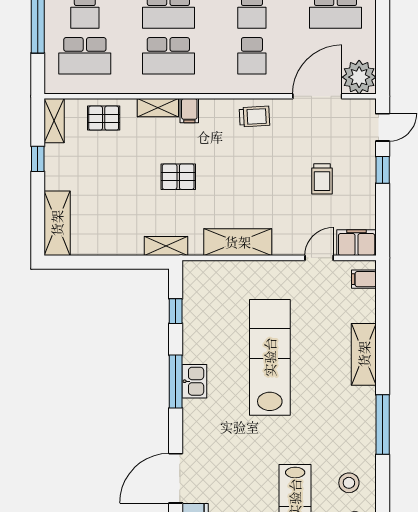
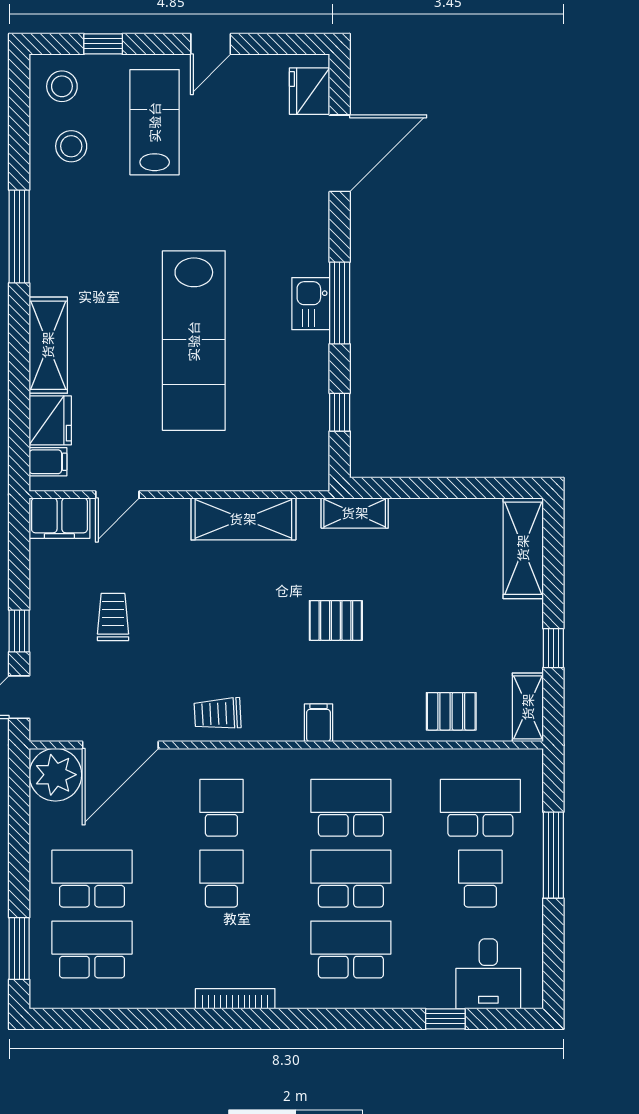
shelving: (158, 108) -> (367, 727), removed
fridge: (362, 306) -> (50, 420), added

